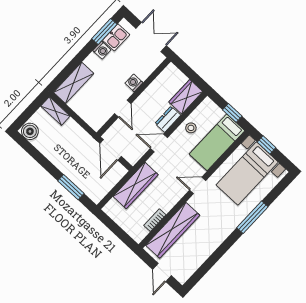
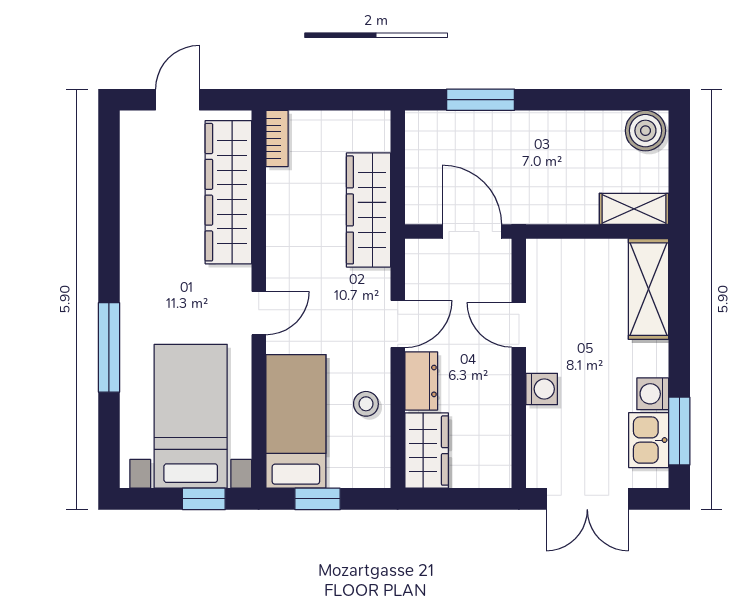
bookcase: (155, 220) -> (277, 138), moved
door: (162, 272) -> (177, 100), hinge flipped

